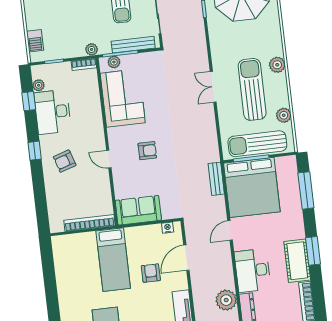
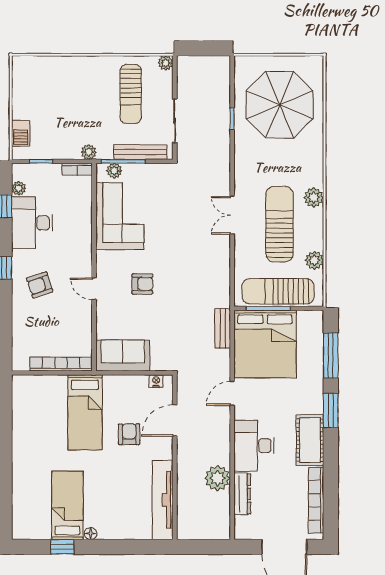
window: (313, 251) -> (331, 411), moved

